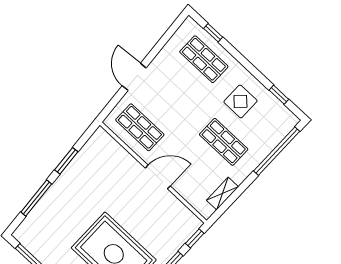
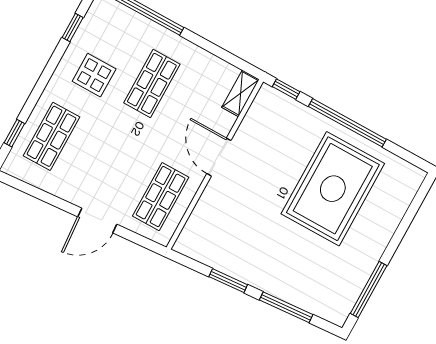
shelving: (222, 194) -> (241, 93), moved, turned 90

